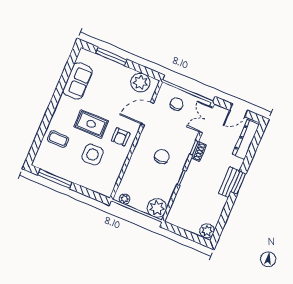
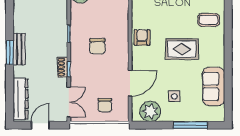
armchair: (121, 137) -> (142, 38), moved
side table: (93, 155) -> (174, 96), moved, width x0.54, depth x0.54

